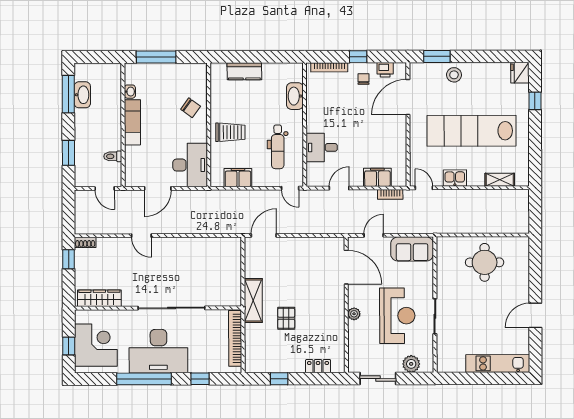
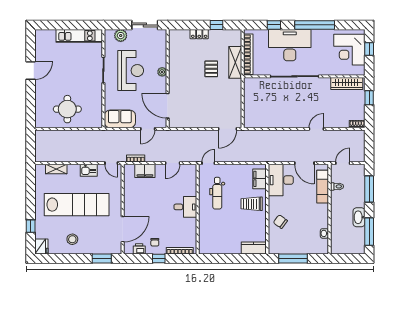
window: (156, 57) -> (293, 259), moved
kitchen counter: (244, 71) -> (254, 248), moved
stool: (454, 75) -> (72, 239), moved
washbasin: (82, 95) -> (359, 217), moved
washbasin: (295, 96) -> (205, 230), removed
exam couch: (132, 122) -> (323, 187), moved
dental chair: (278, 147) -> (217, 193), turned 180
desk: (322, 147) -> (185, 207), moved
window: (68, 153) -> (369, 189), width x1.44
filing cabinet: (238, 178) -> (260, 179), moved, turned 90
door: (105, 188) -> (343, 163), hinge flipped
door: (158, 188) -> (304, 163), swing flipped
door: (290, 188) -> (208, 163), hinge flipped
door: (141, 236) -> (316, 129), hinge flipped
window: (69, 259) -> (369, 98), moved
shelving: (253, 301) -> (235, 62), moved
reception desk: (397, 316) -> (131, 71), turned 180
desk: (158, 351) -> (290, 45), moved
kitchen unit: (498, 363) -> (79, 36), moved
locker: (318, 366) -> (199, 34), moved

